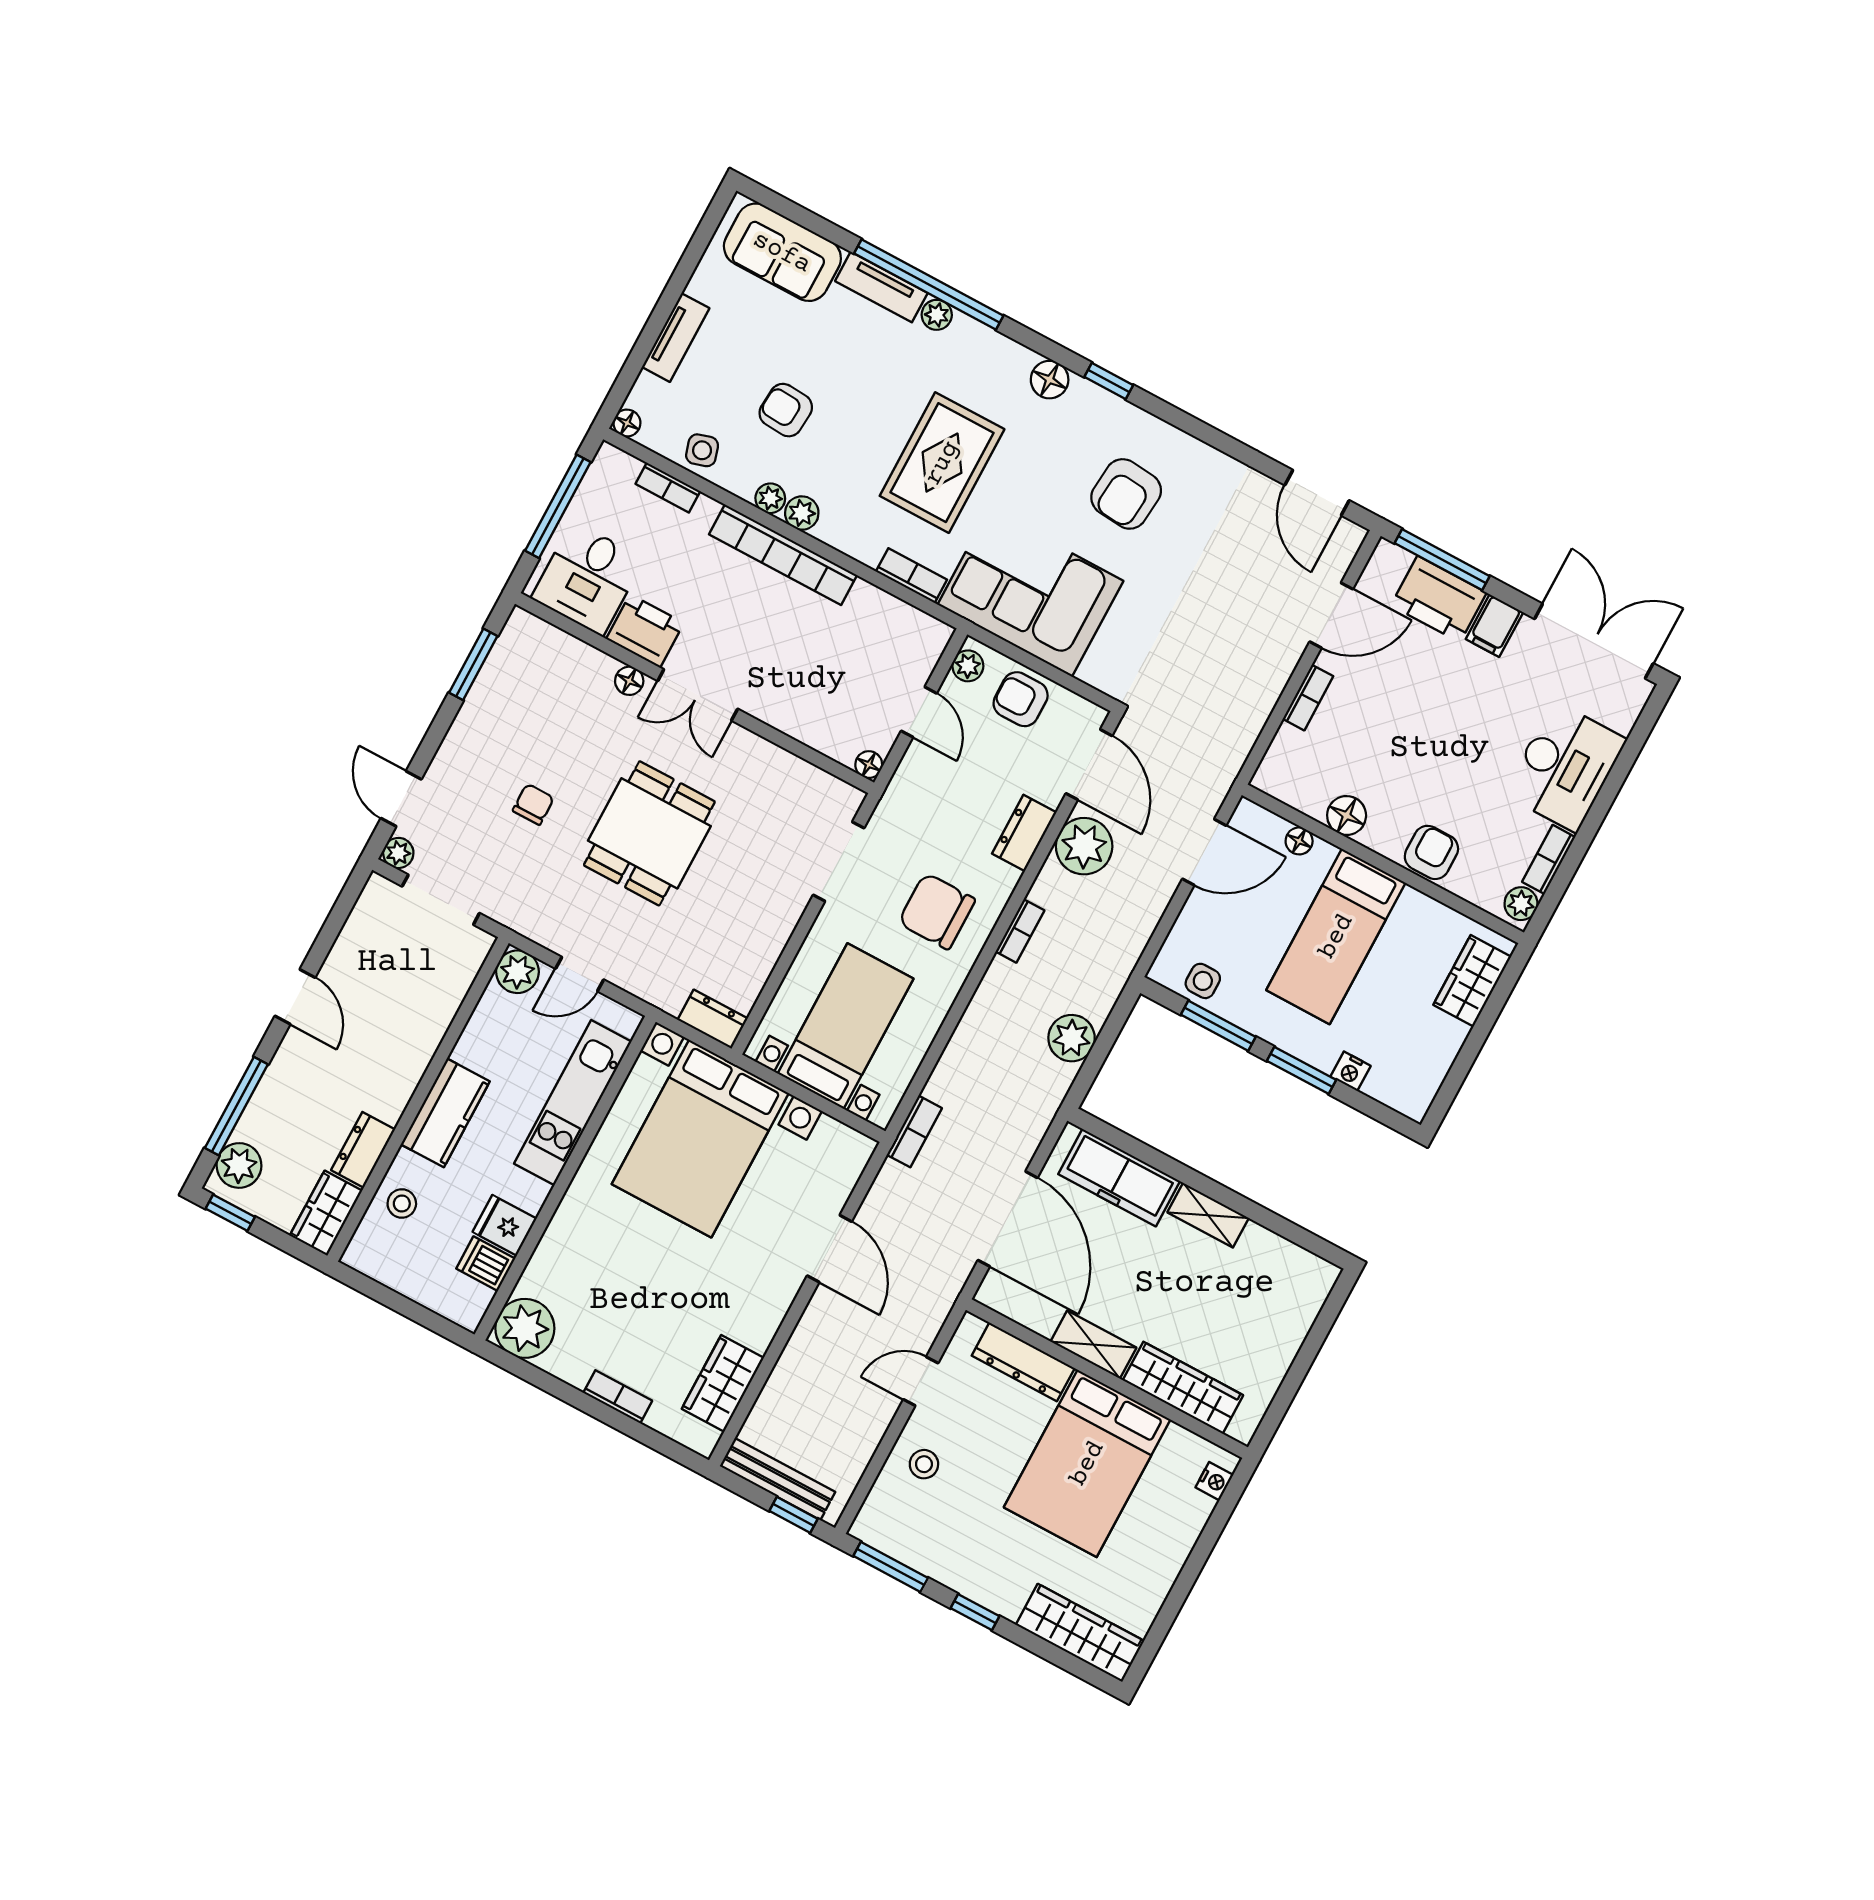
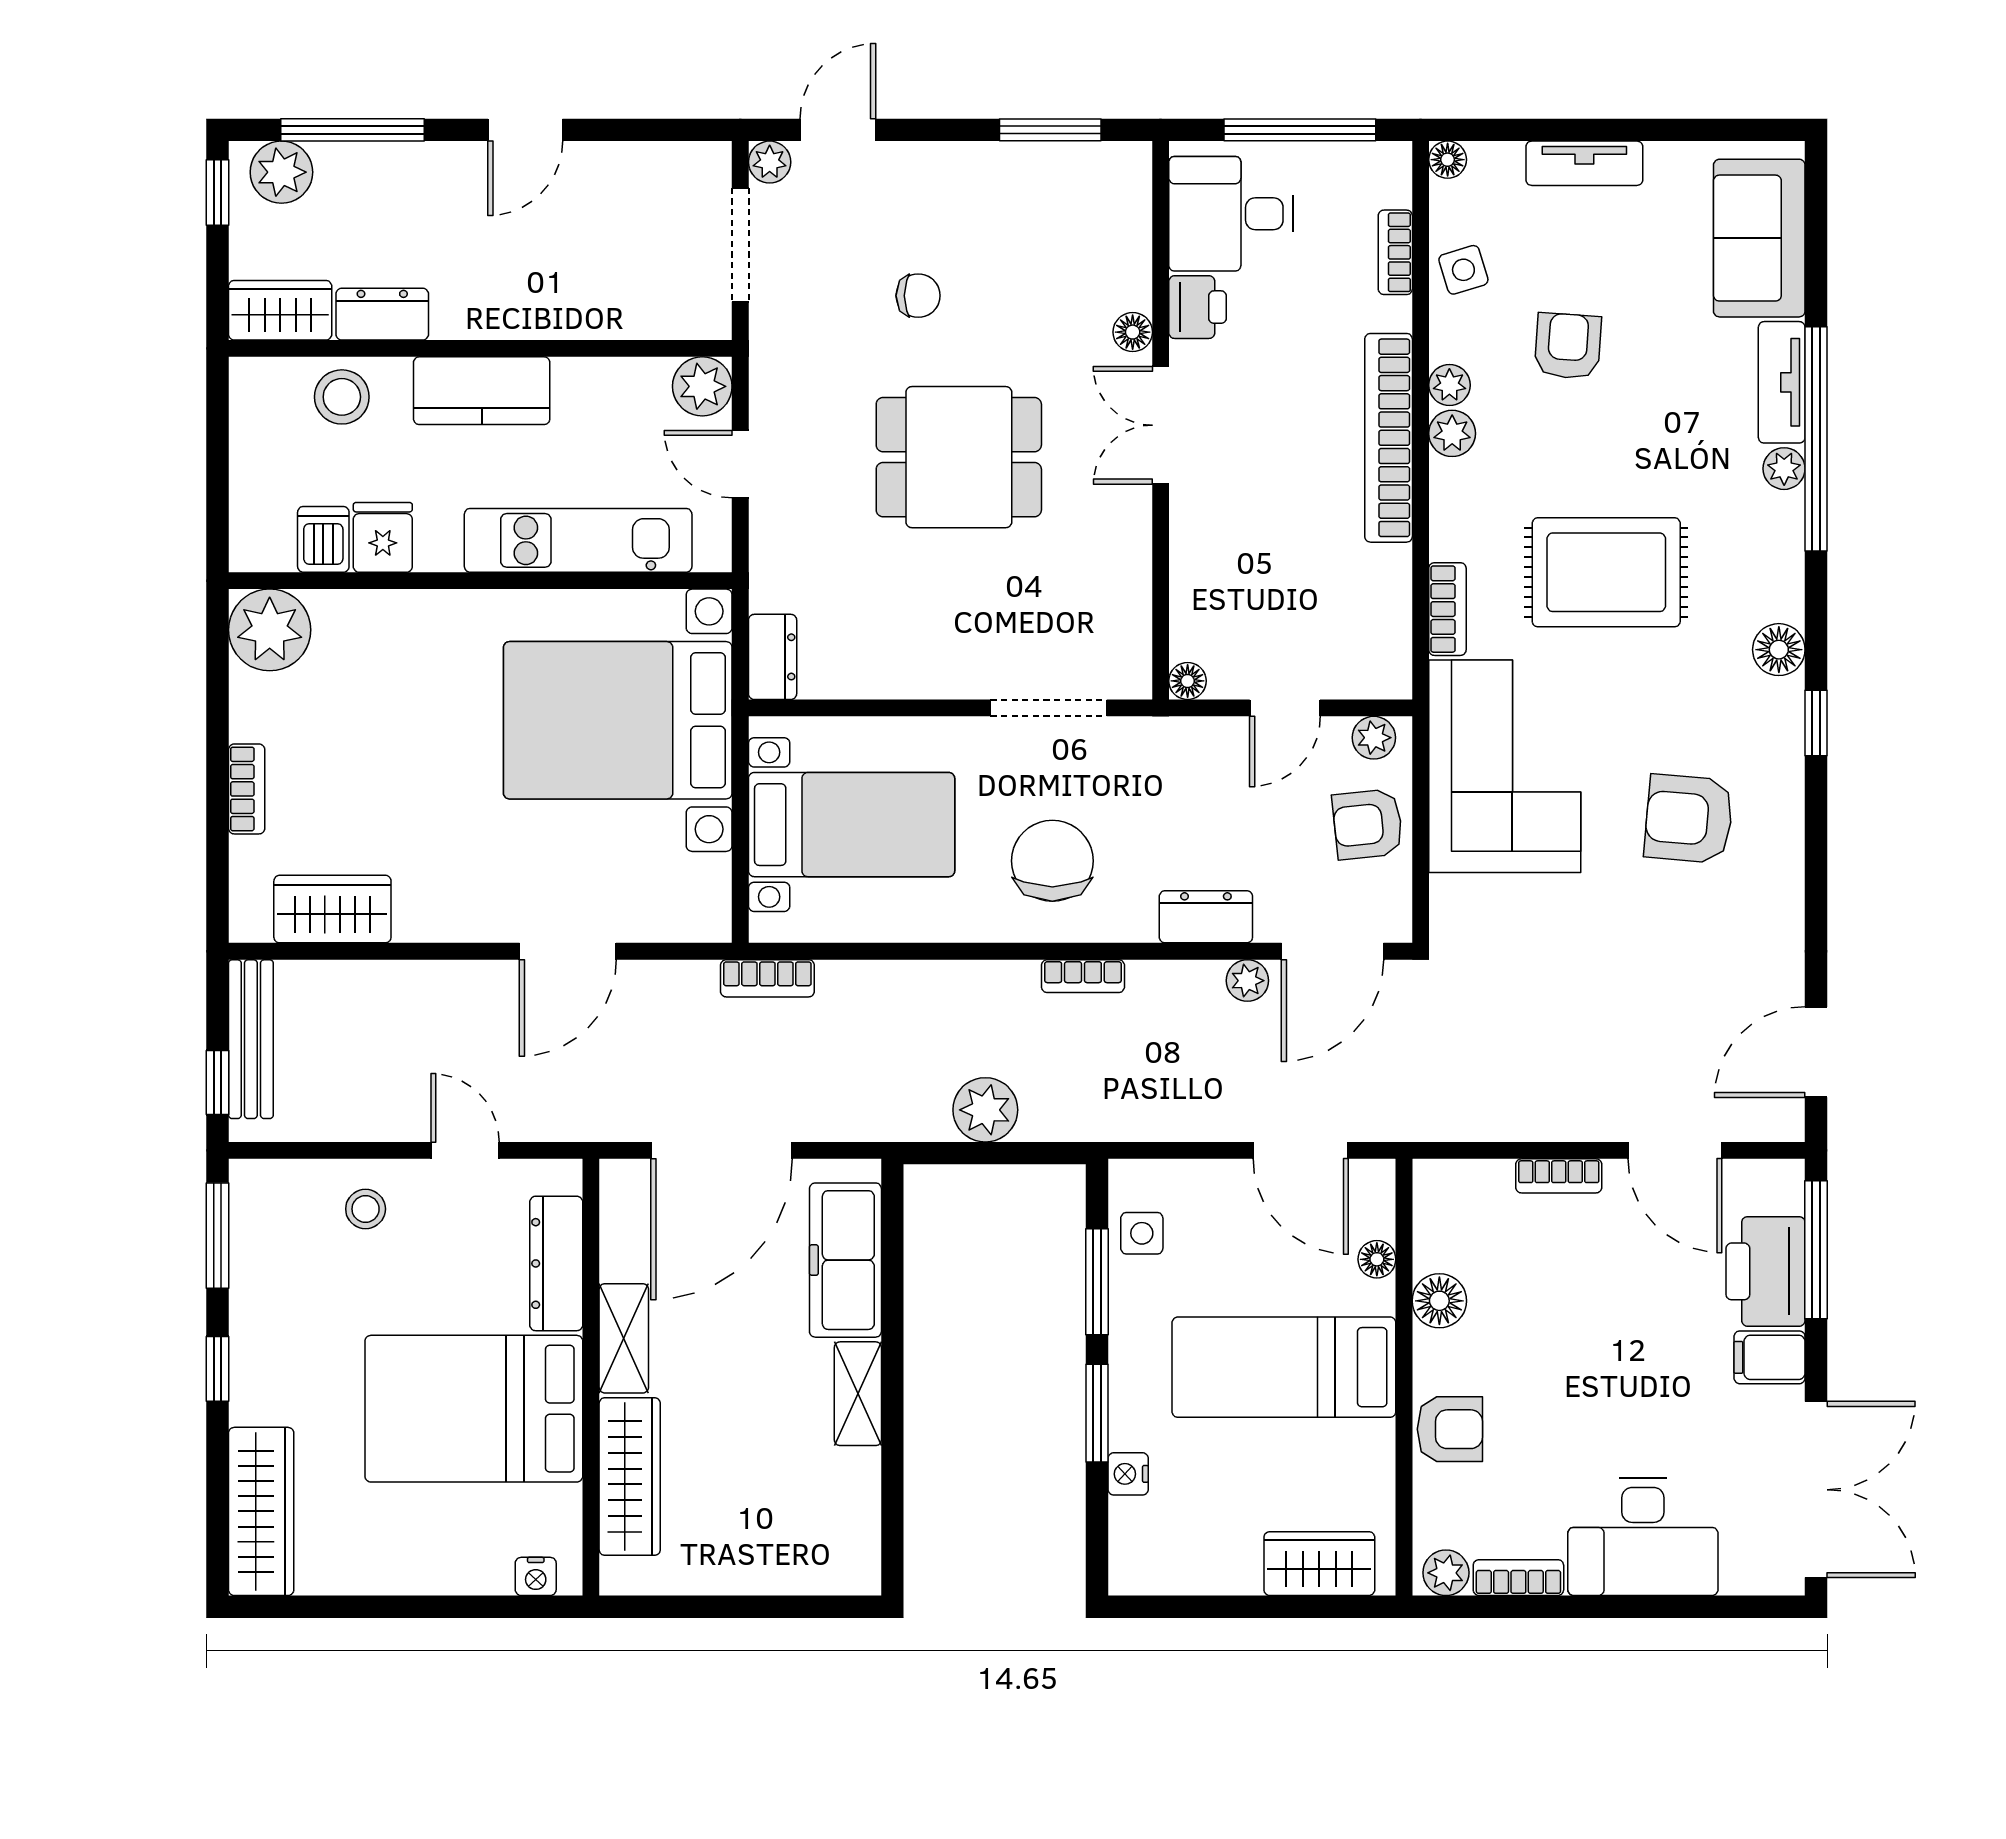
printer: (645, 631) -> (1197, 307), width x0.73, depth x0.81
armchair: (1021, 699) -> (1368, 824), turned -96
plant: (1084, 846) -> (1247, 981), width x0.53, depth x0.53
stool: (402, 1204) -> (342, 397), width x1.37, depth x1.37

